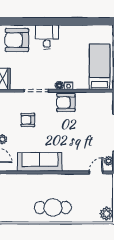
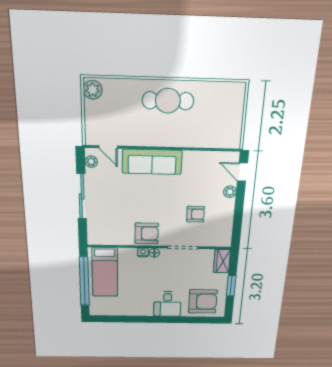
sofa: (40, 162) -> (152, 162), moved
door: (96, 172) -> (108, 147), hinge flipped

